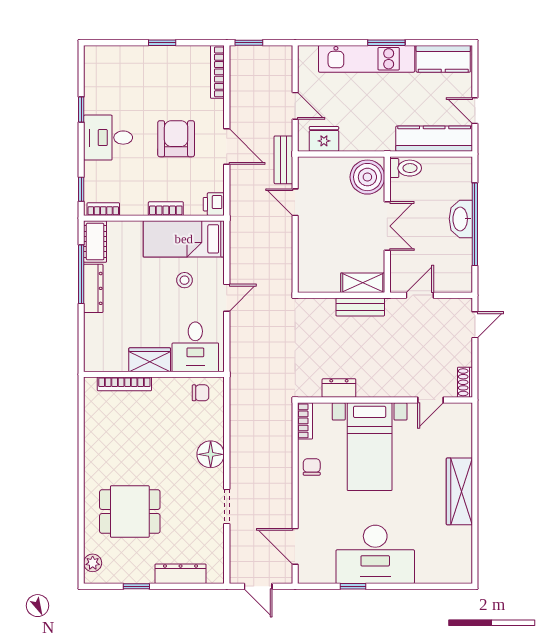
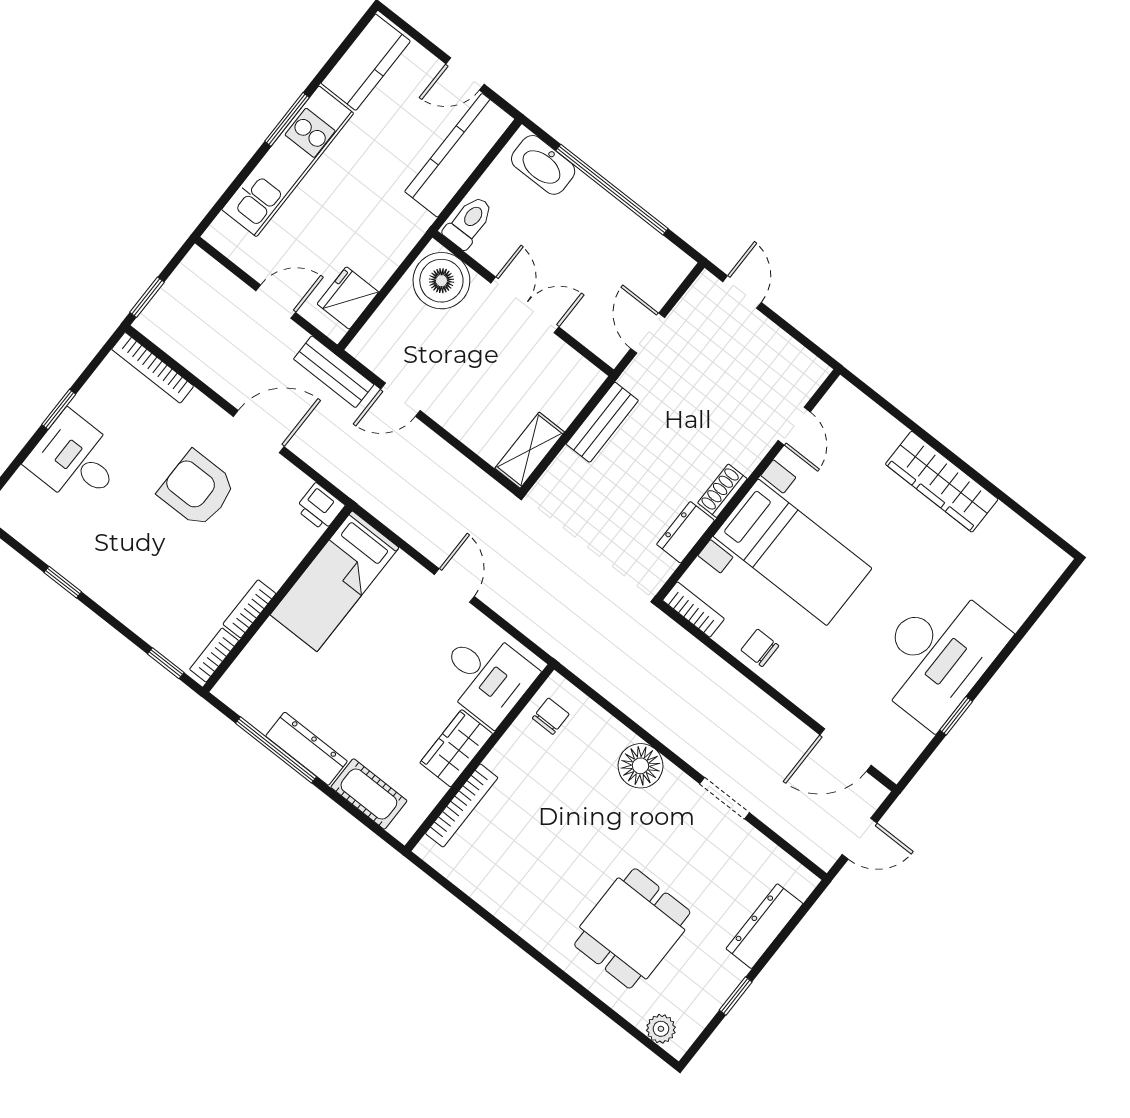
desk: (108, 138) -> (75, 460), moved, turned 90
bookcase: (166, 209) -> (249, 609), moved
washbasin: (461, 219) -> (543, 165), moved
cot: (95, 242) -> (369, 794), moved
stool: (185, 280) -> (389, 622), removed
shelving: (363, 283) -> (530, 450), moved
shoe rack: (465, 382) -> (722, 491), moved, turned 90

